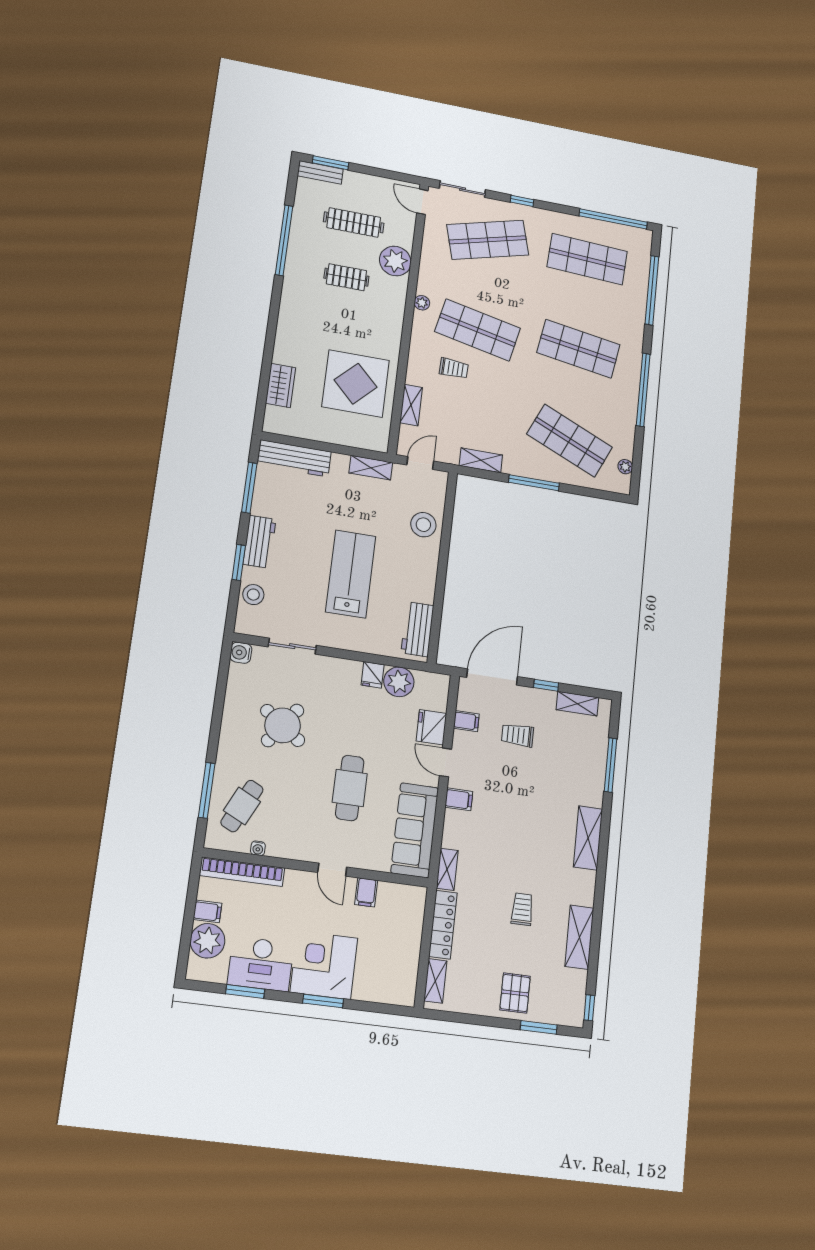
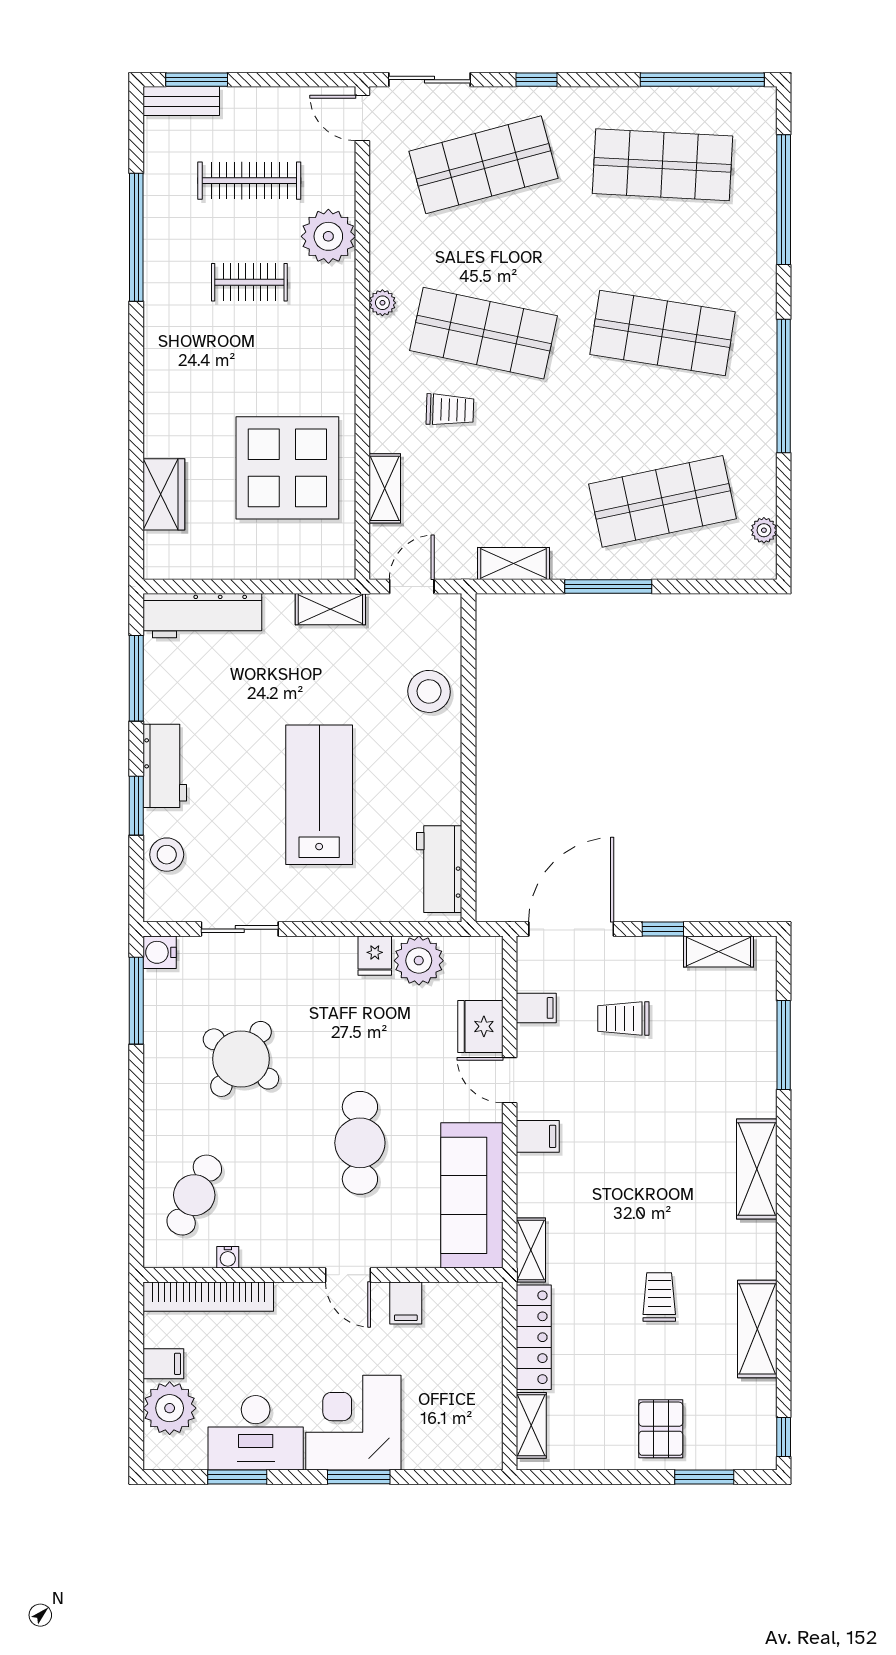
shop shelf: (570, 441) -> (663, 501), turned -36
window: (207, 790) -> (136, 1001), moved

